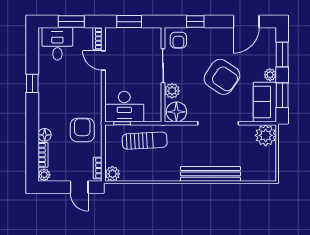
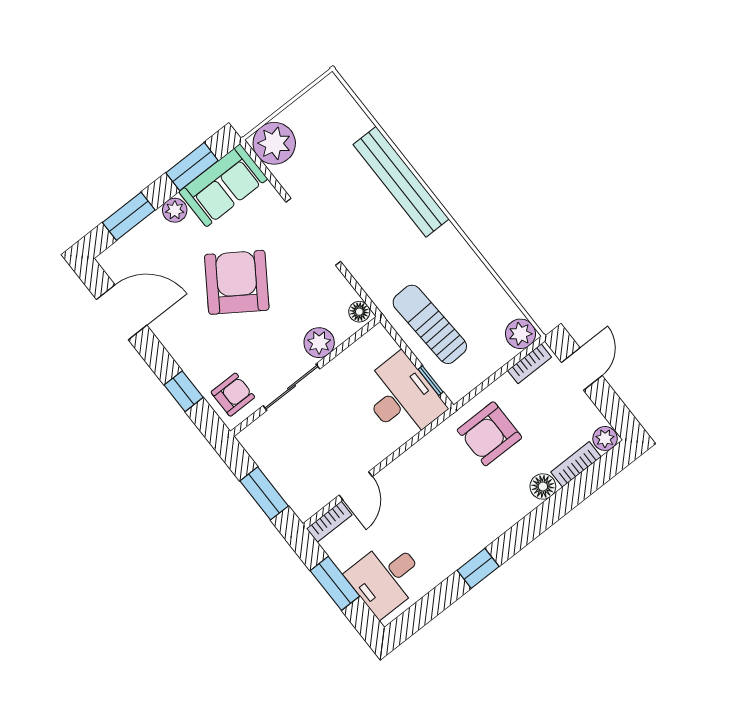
floor lamp: (176, 112) -> (359, 312), width x0.53, depth x0.53

